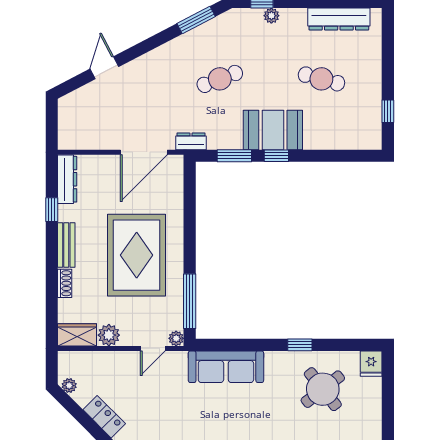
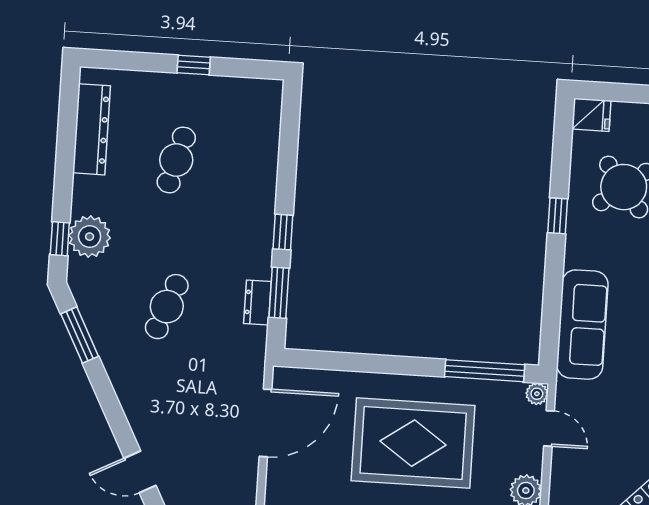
plant: (271, 16) -> (90, 237), width x1.88, depth x1.88
cafe table: (220, 79) -> (167, 307), turned 42
window: (388, 111) -> (194, 65), moved
booth: (273, 130) -> (245, 235), removed
dresser: (191, 141) -> (257, 303), moved
door: (144, 152) -> (265, 423), hinge flipped

